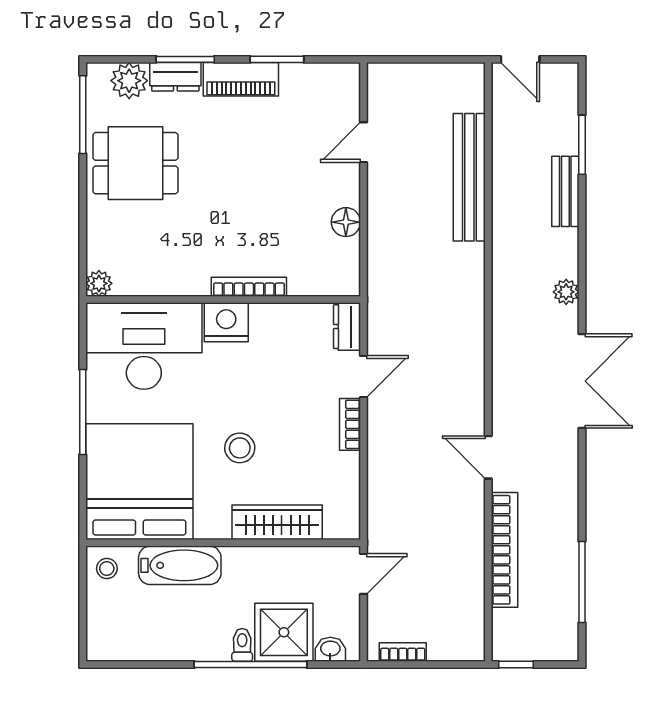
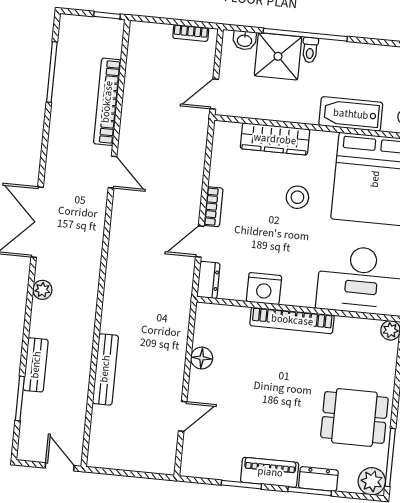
plant: (129, 81) -> (372, 481), moved
bench: (469, 177) -> (105, 369), width x0.73, depth x0.82
bookcase: (249, 287) -> (292, 320), width x1.48, depth x1.31
nightstand: (226, 322) -> (264, 289), moved

